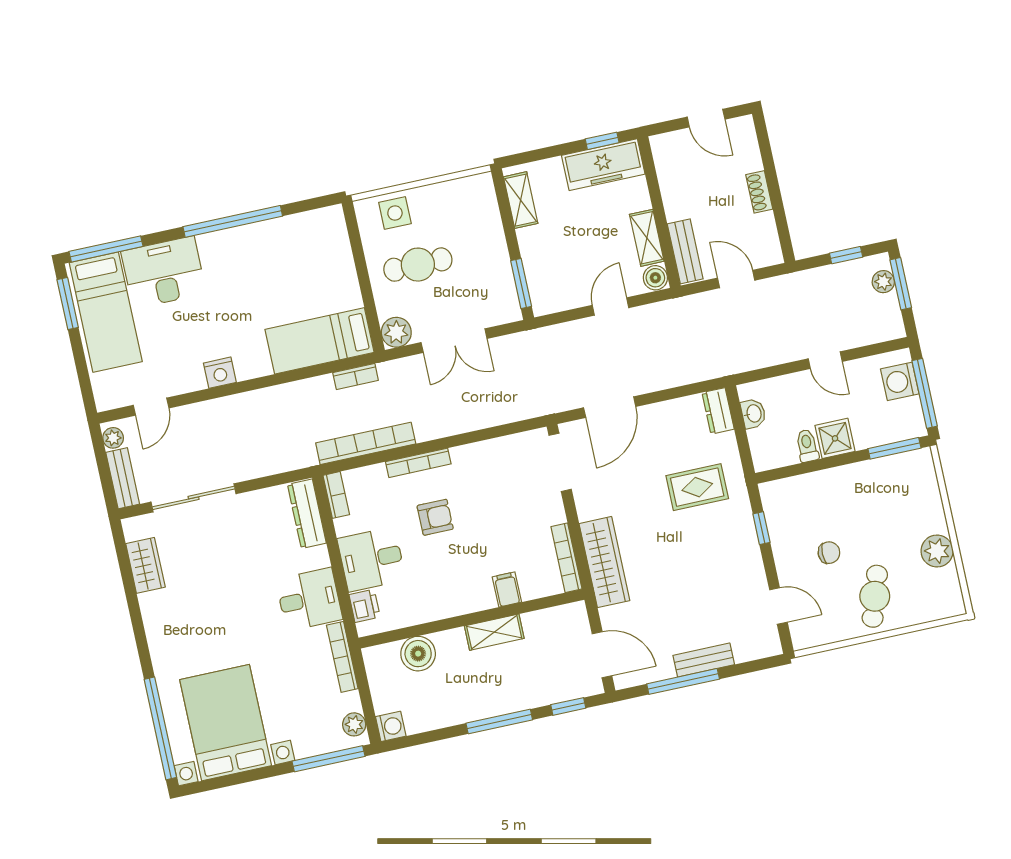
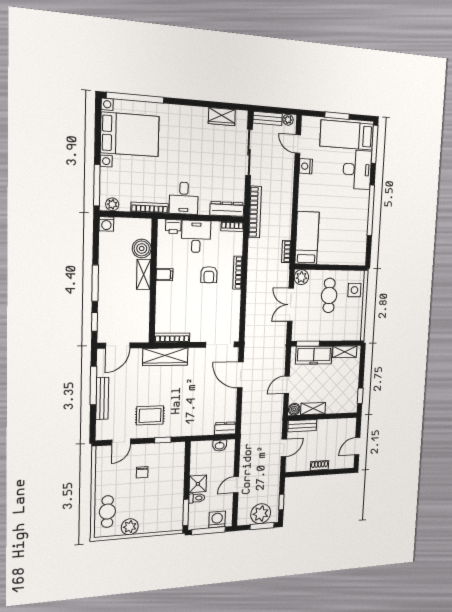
freezer: (603, 165) -> (314, 355), moved, turned -90
plant: (883, 282) -> (261, 514), width x1.88, depth x1.88
window: (68, 304) -> (337, 116), moved
door: (611, 306) -> (287, 385), swing flipped
nightstand: (220, 373) -> (306, 166), moved
bookcase: (366, 443) -> (255, 212), moved
toilet: (807, 446) -> (197, 498), moved
rug: (697, 487) -> (150, 415), moved, turned 90
filing cabinet: (507, 589) -> (164, 275), moved
cafe table: (875, 596) -> (107, 512), moved, turned 72
shelving: (494, 632) -> (144, 274), moved
bench: (704, 660) -> (102, 398), width x1.36

